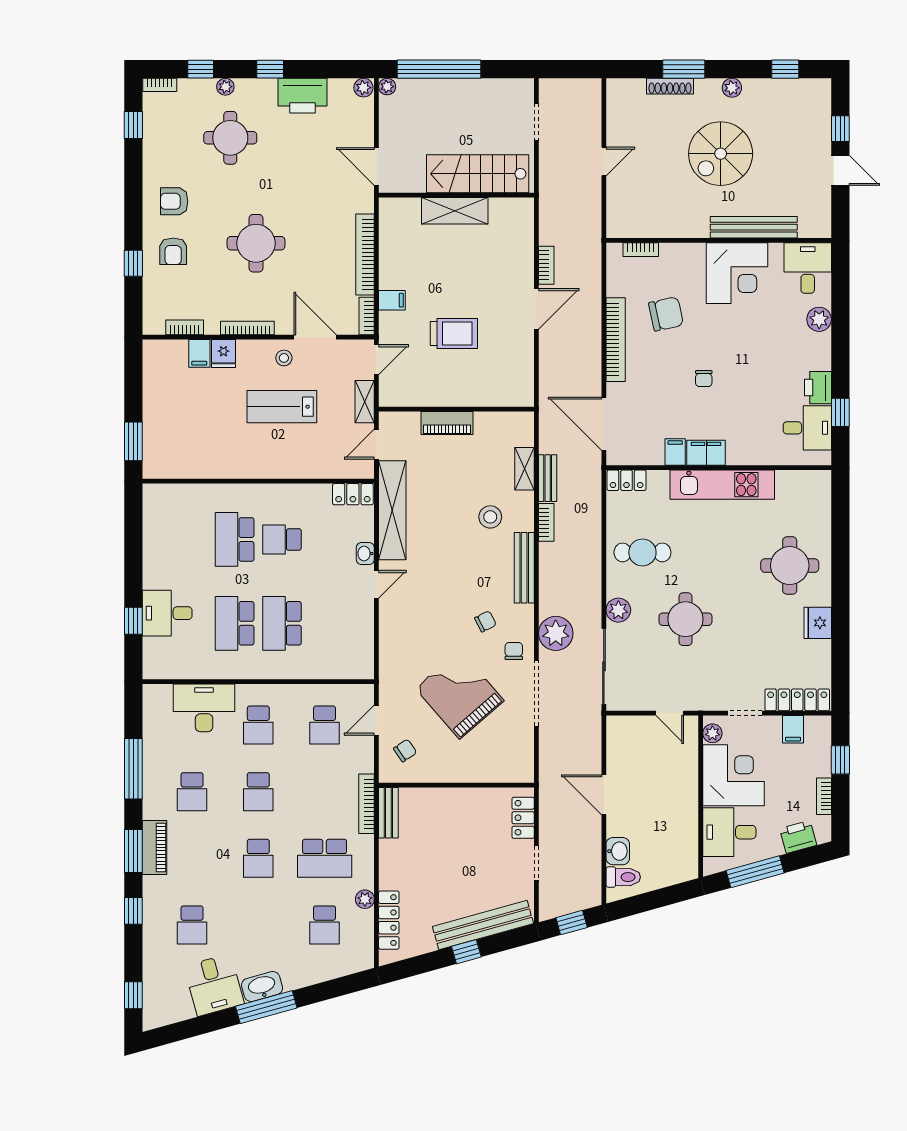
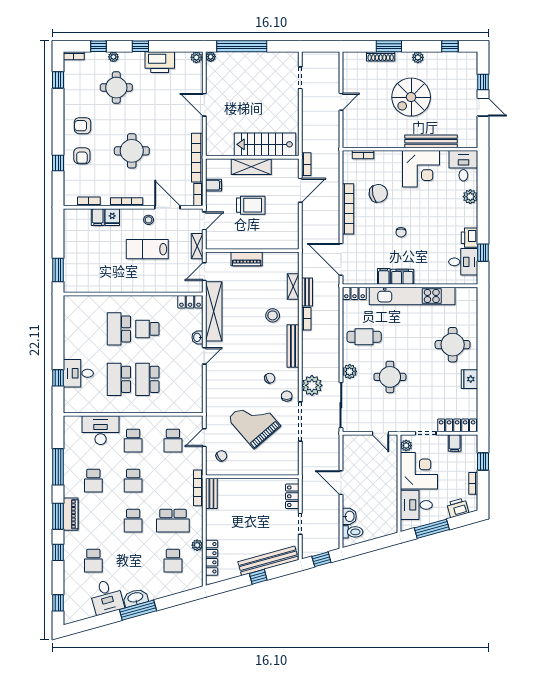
stairs: (478, 174) -> (265, 144), moved
wall: (456, 195) -> (252, 157), moved
shelving: (455, 211) -> (251, 167), moved
kitchen unit: (722, 485) -> (412, 296), width x1.36

